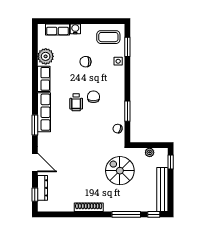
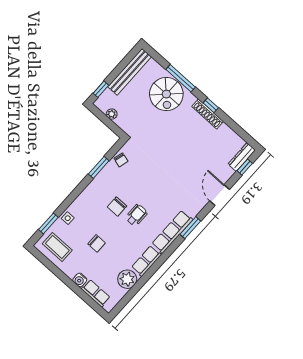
spiral stairs: (120, 171) -> (166, 94), moved
dresser: (42, 188) -> (242, 157), moved
window: (154, 214) -> (211, 105), moved

